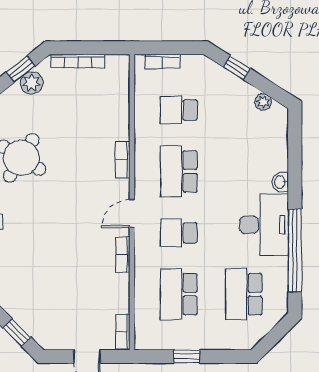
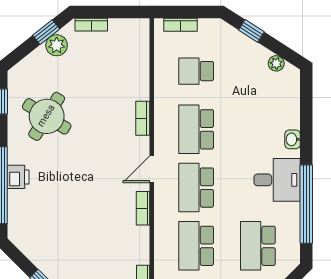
bookcase: (78, 61) -> (91, 25), width x0.64
desk: (264, 225) -> (277, 180), width x0.73
school desk: (179, 233) -> (196, 188), width x1.85

